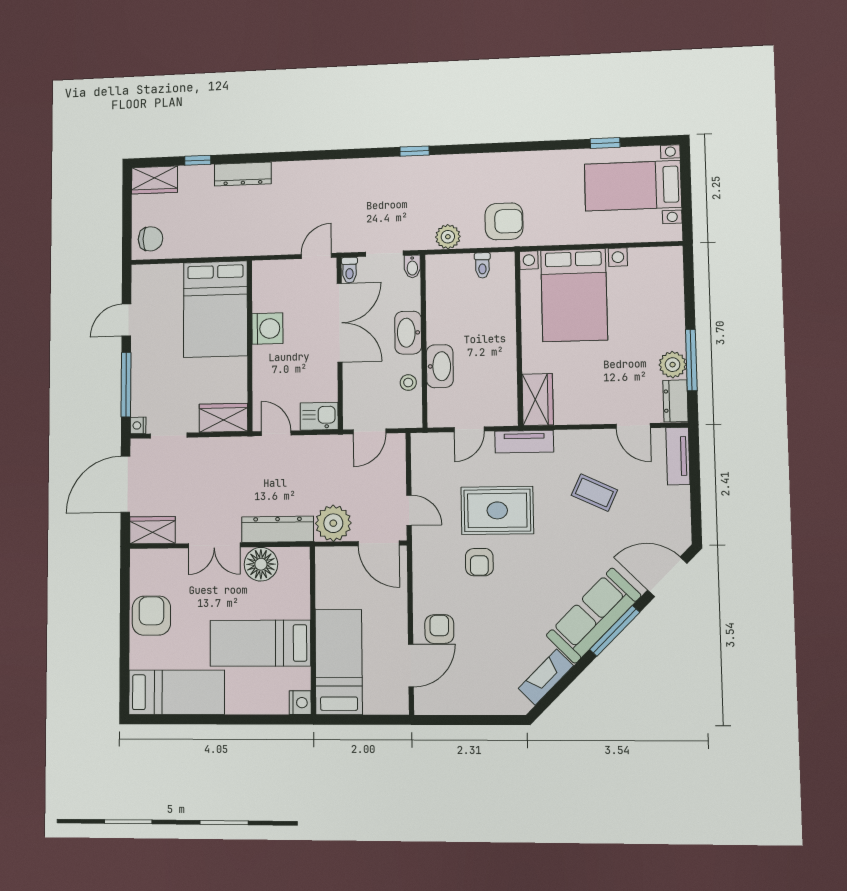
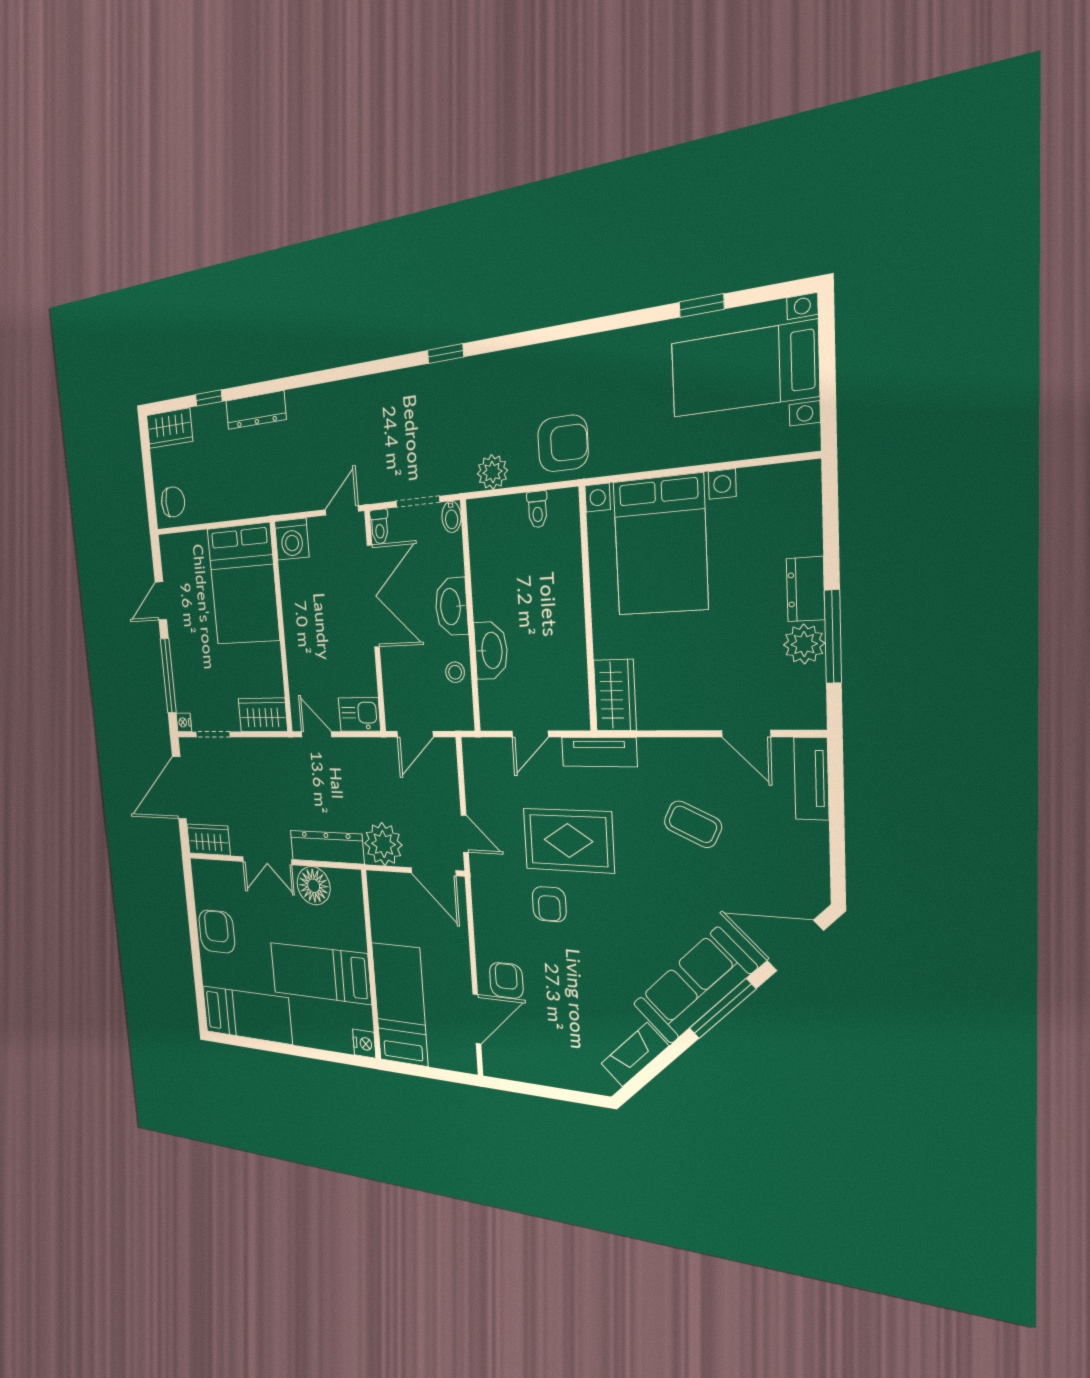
washing machine: (267, 329) -> (292, 539), moved, turned 90
dresser: (675, 401) -> (806, 589), moved

